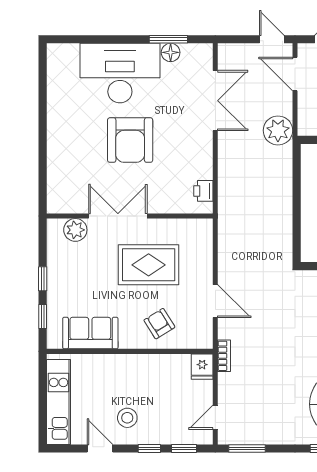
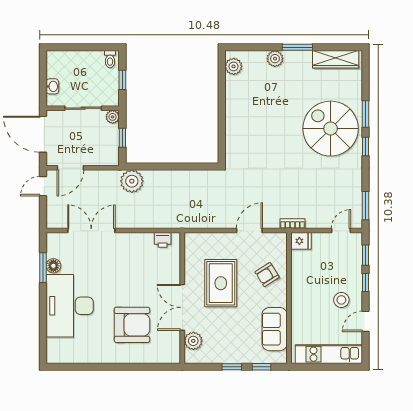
plant: (278, 130) -> (132, 181), moved
armchair: (130, 140) -> (132, 325), moved
door: (215, 417) -> (341, 231), swing flipped

